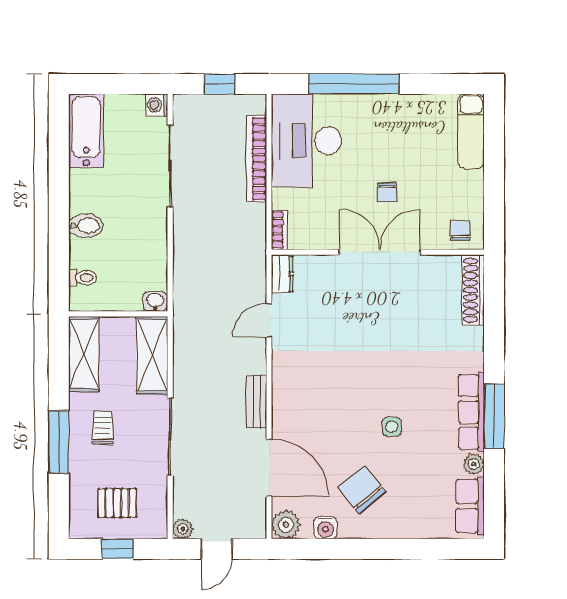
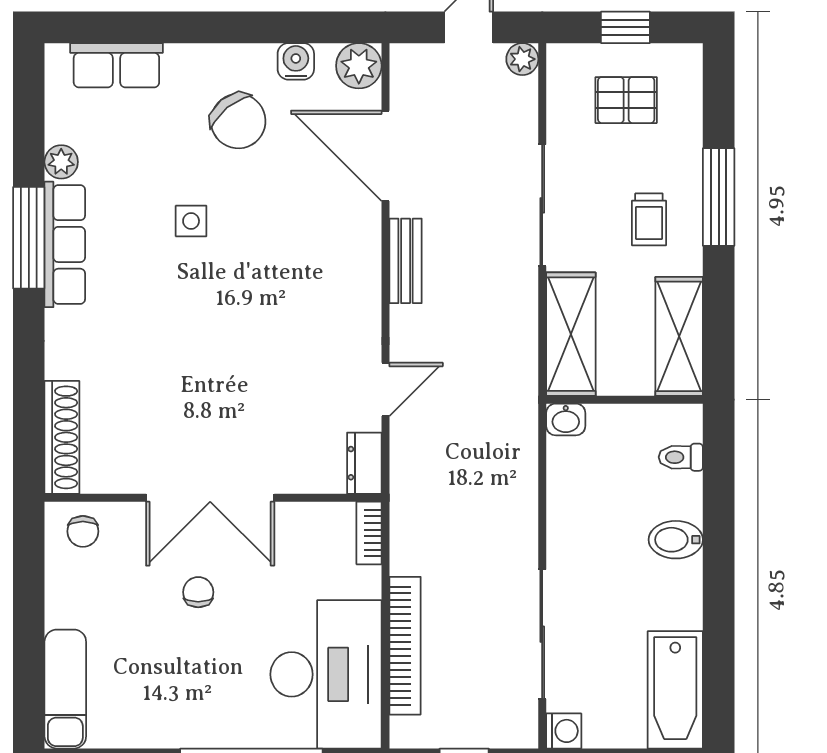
row of seats: (470, 506) -> (116, 65), moved, turned 90

